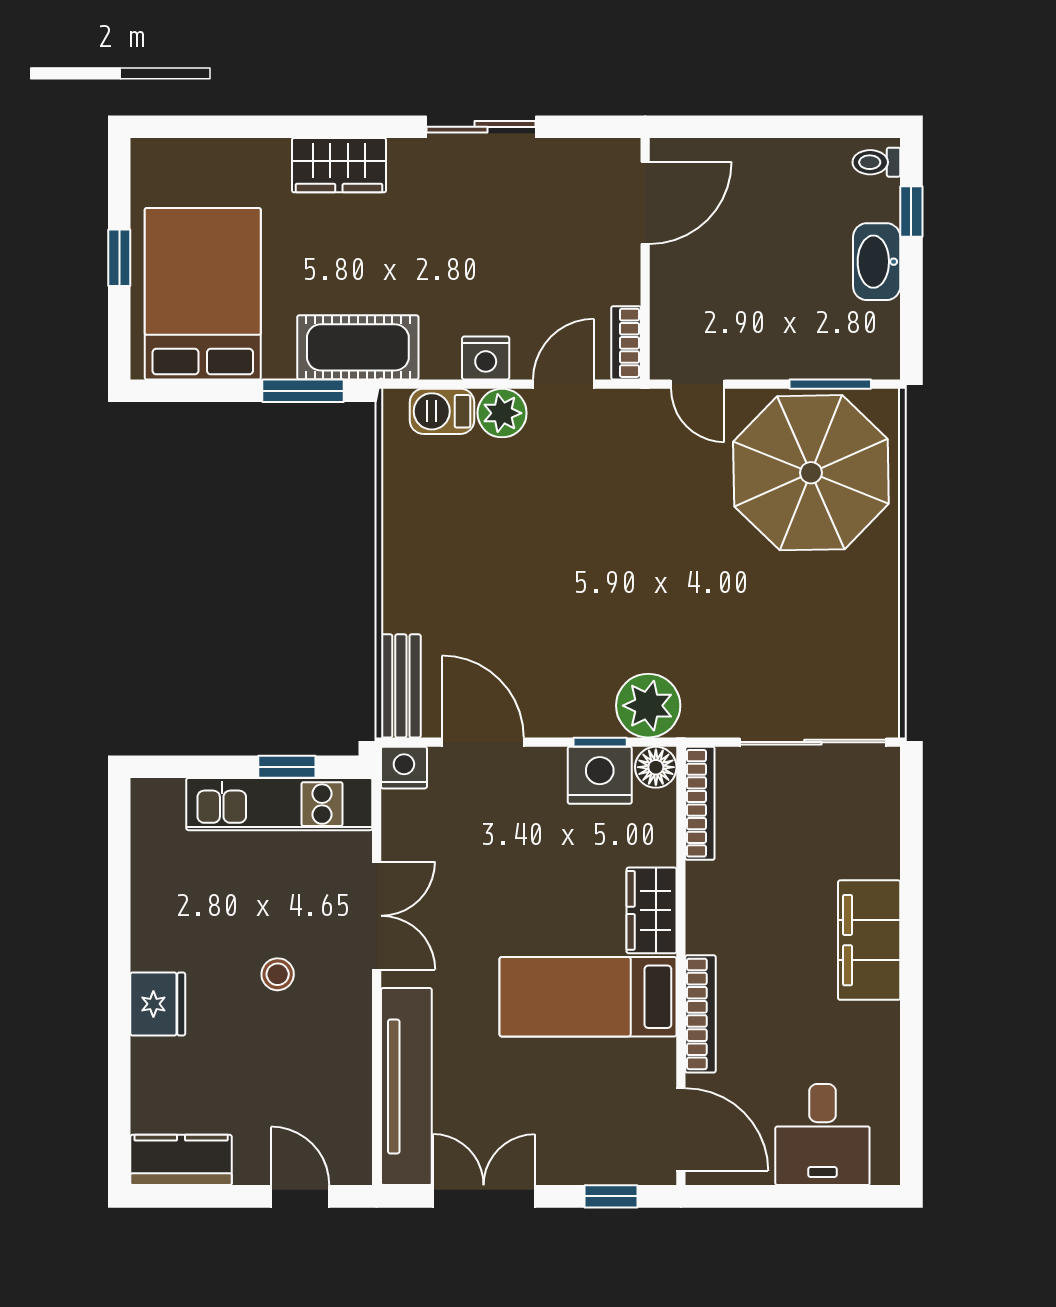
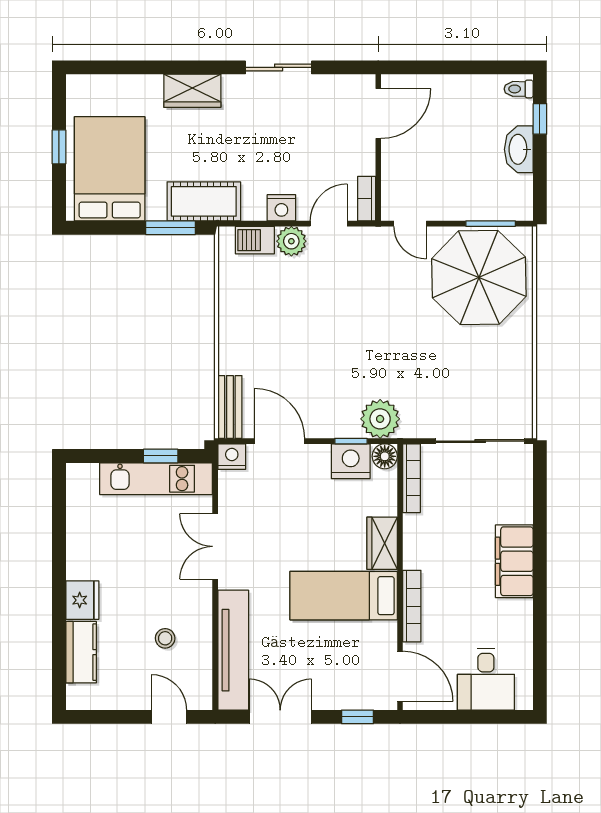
double door: (377, 916) -> (215, 546), swing flipped
stool: (278, 974) -> (165, 638), moved
kitchen counter: (181, 1160) -> (81, 652), moved, turned 90

